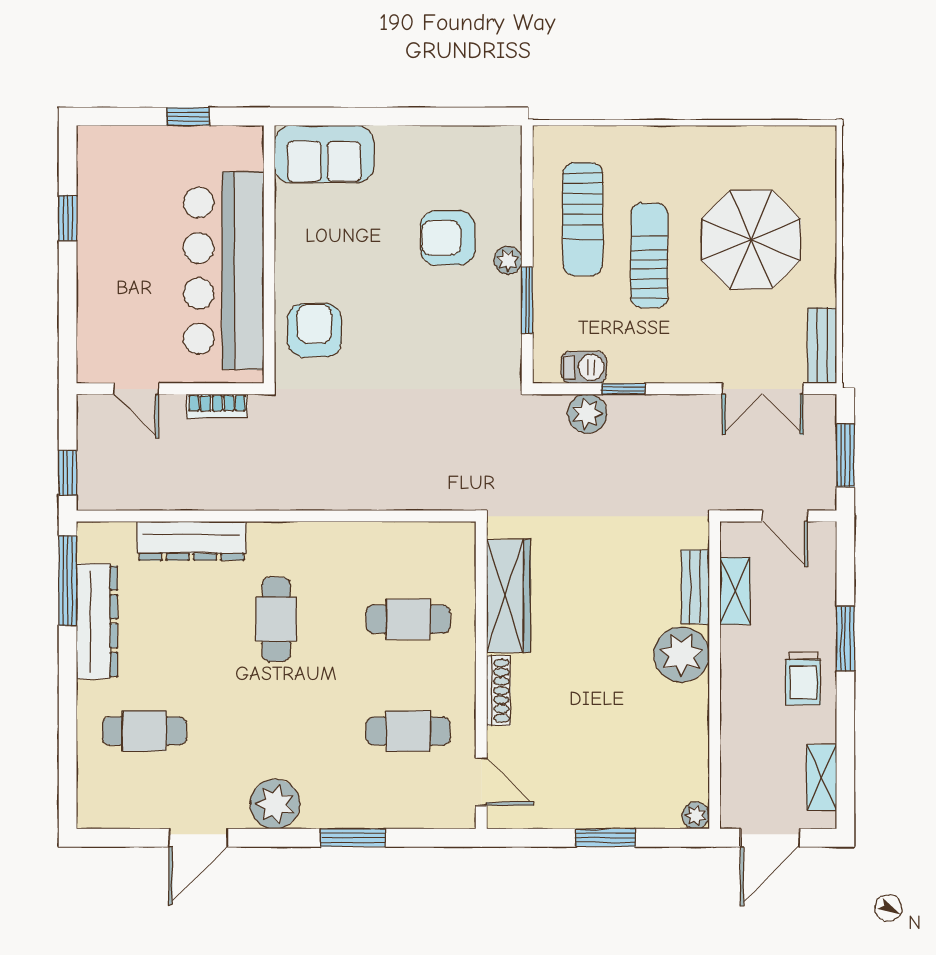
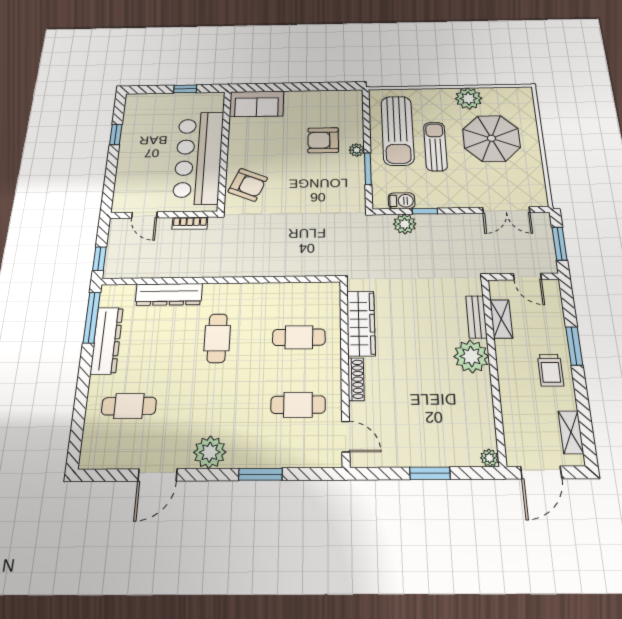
plant: (717, 150) -> (469, 98), added
sun lounger: (583, 219) -> (397, 130), width x1.36, depth x1.34
armchair: (315, 330) -> (248, 185), turned 113
bench: (822, 346) -> (538, 188), removed

